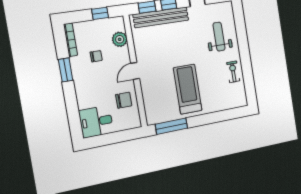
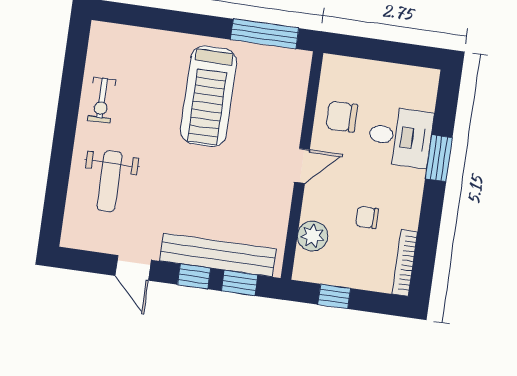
window: (66, 70) -> (439, 158), moved
desk: (96, 122) -> (400, 137), moved

